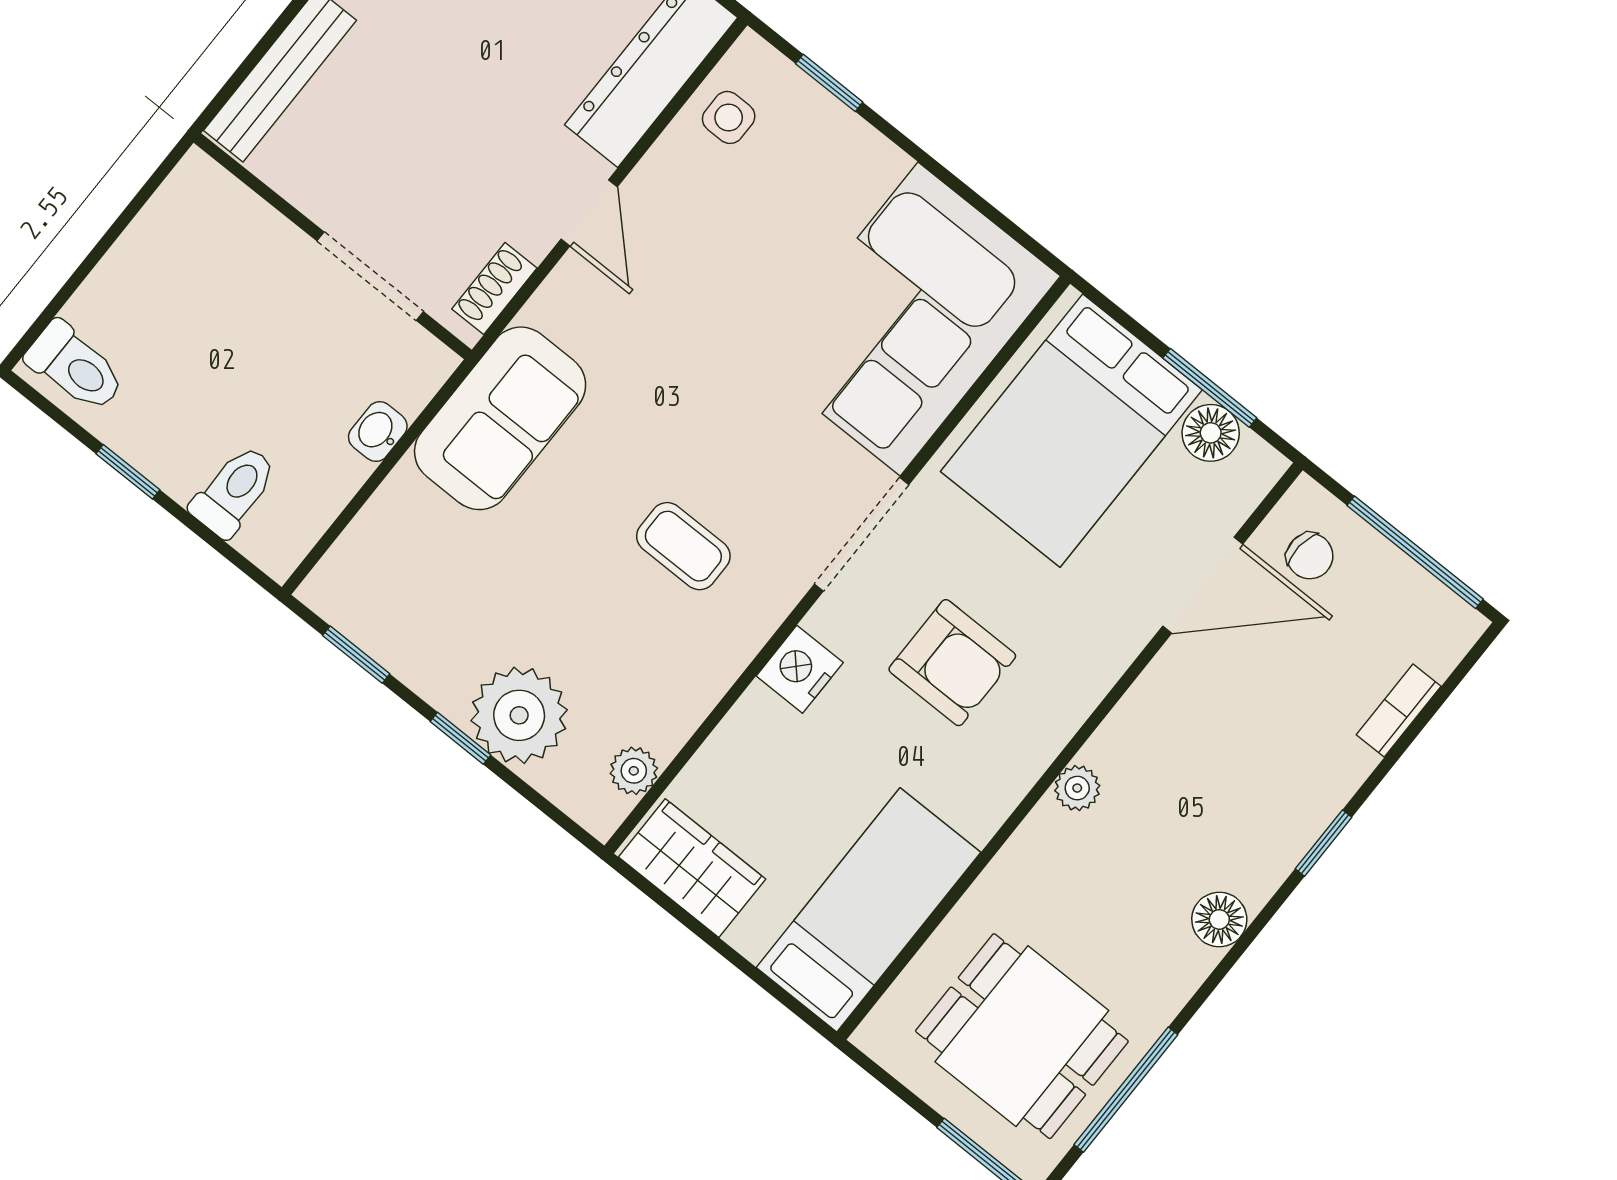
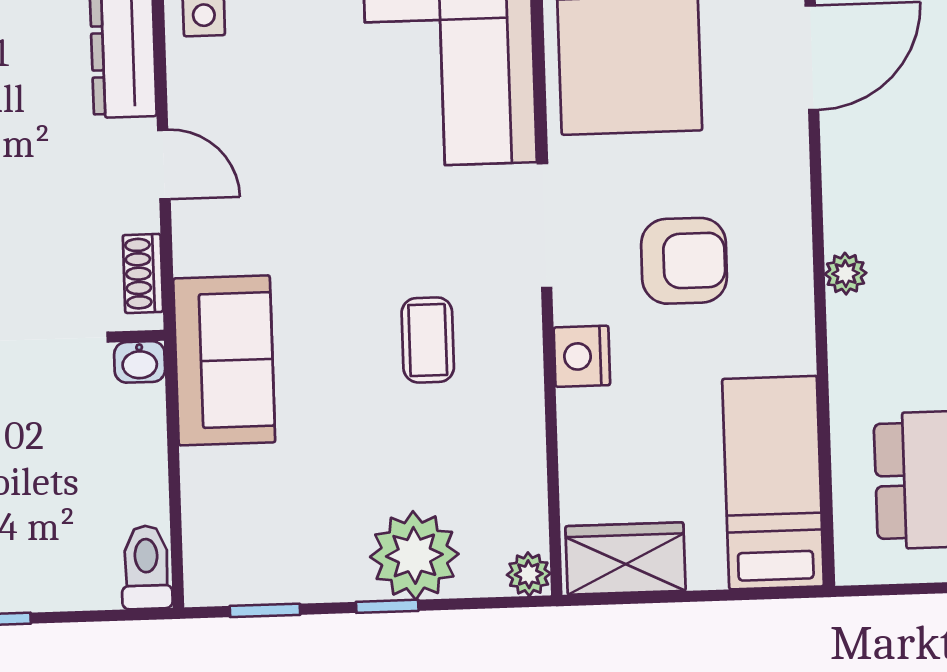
washbasin: (378, 432) -> (140, 362), moved, turned -90
toilet: (234, 491) -> (146, 567), moved
coffee table: (683, 546) -> (428, 340), turned 90
plant: (634, 771) -> (529, 574), moved

